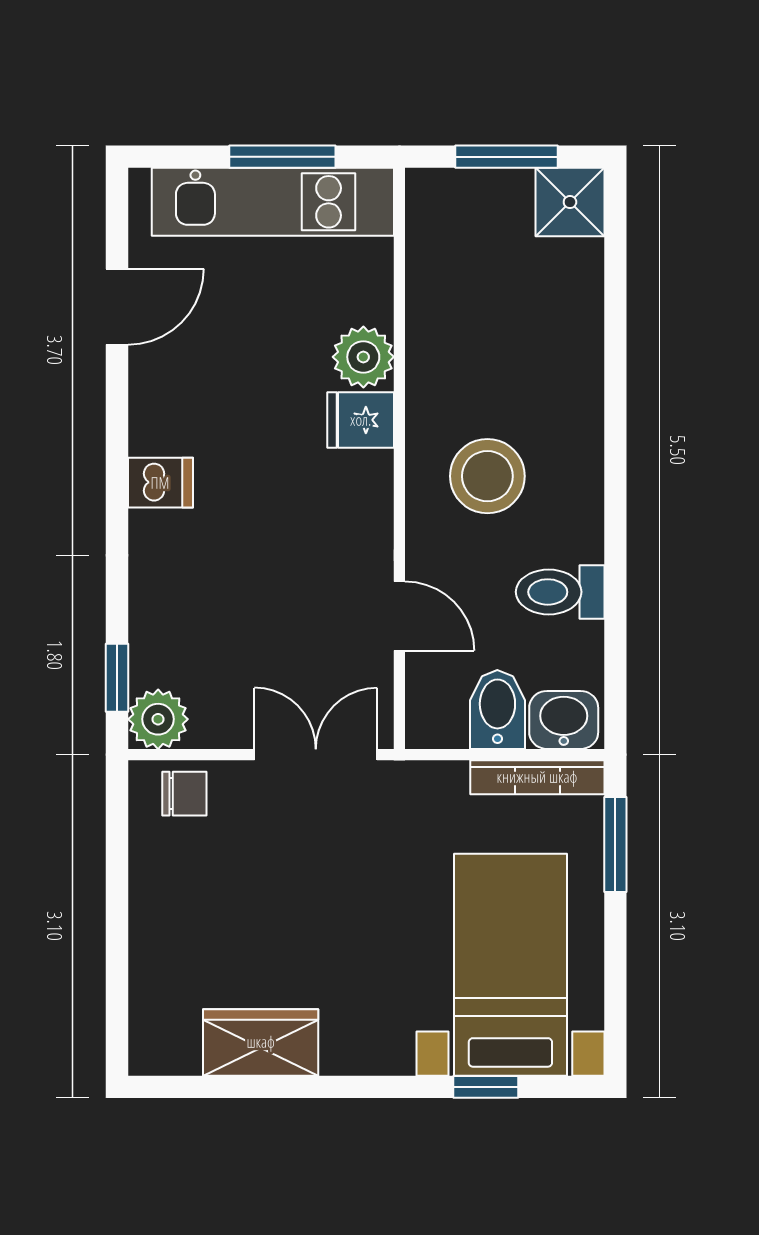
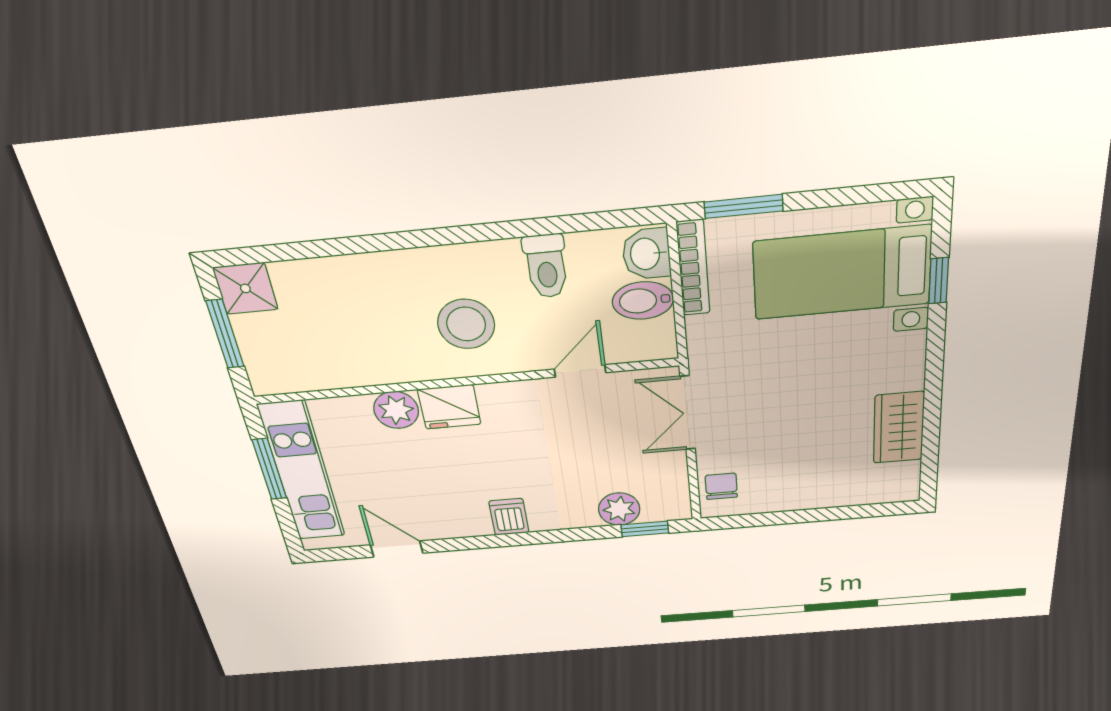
fridge: (361, 420) -> (449, 407), width x1.38
plant: (158, 719) -> (619, 509), moved

